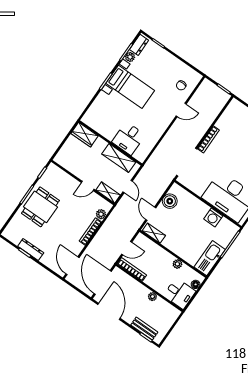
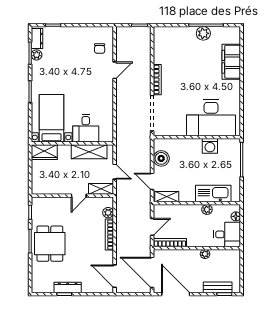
bed with nightstands: (130, 87) -> (52, 118), moved, turned -90
kitchen sink: (210, 258) -> (213, 194), moved, turned 90

